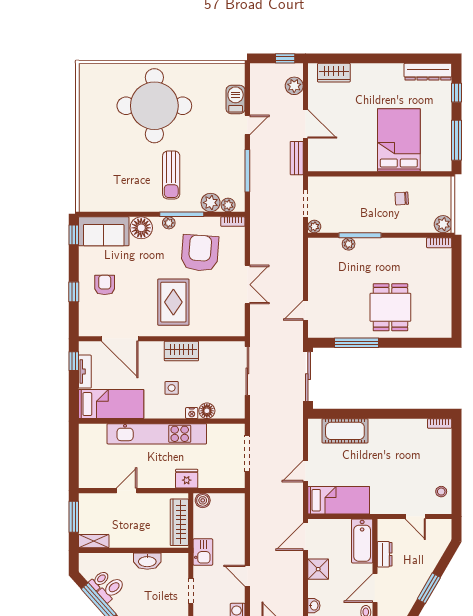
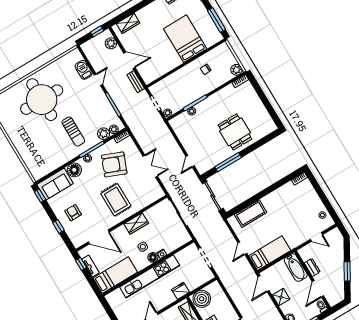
armchair: (200, 253) -> (114, 164), turned -72
floor lamp: (207, 411) -> (153, 257), moved
boiler: (203, 500) -> (202, 299), width x1.86, depth x1.86

